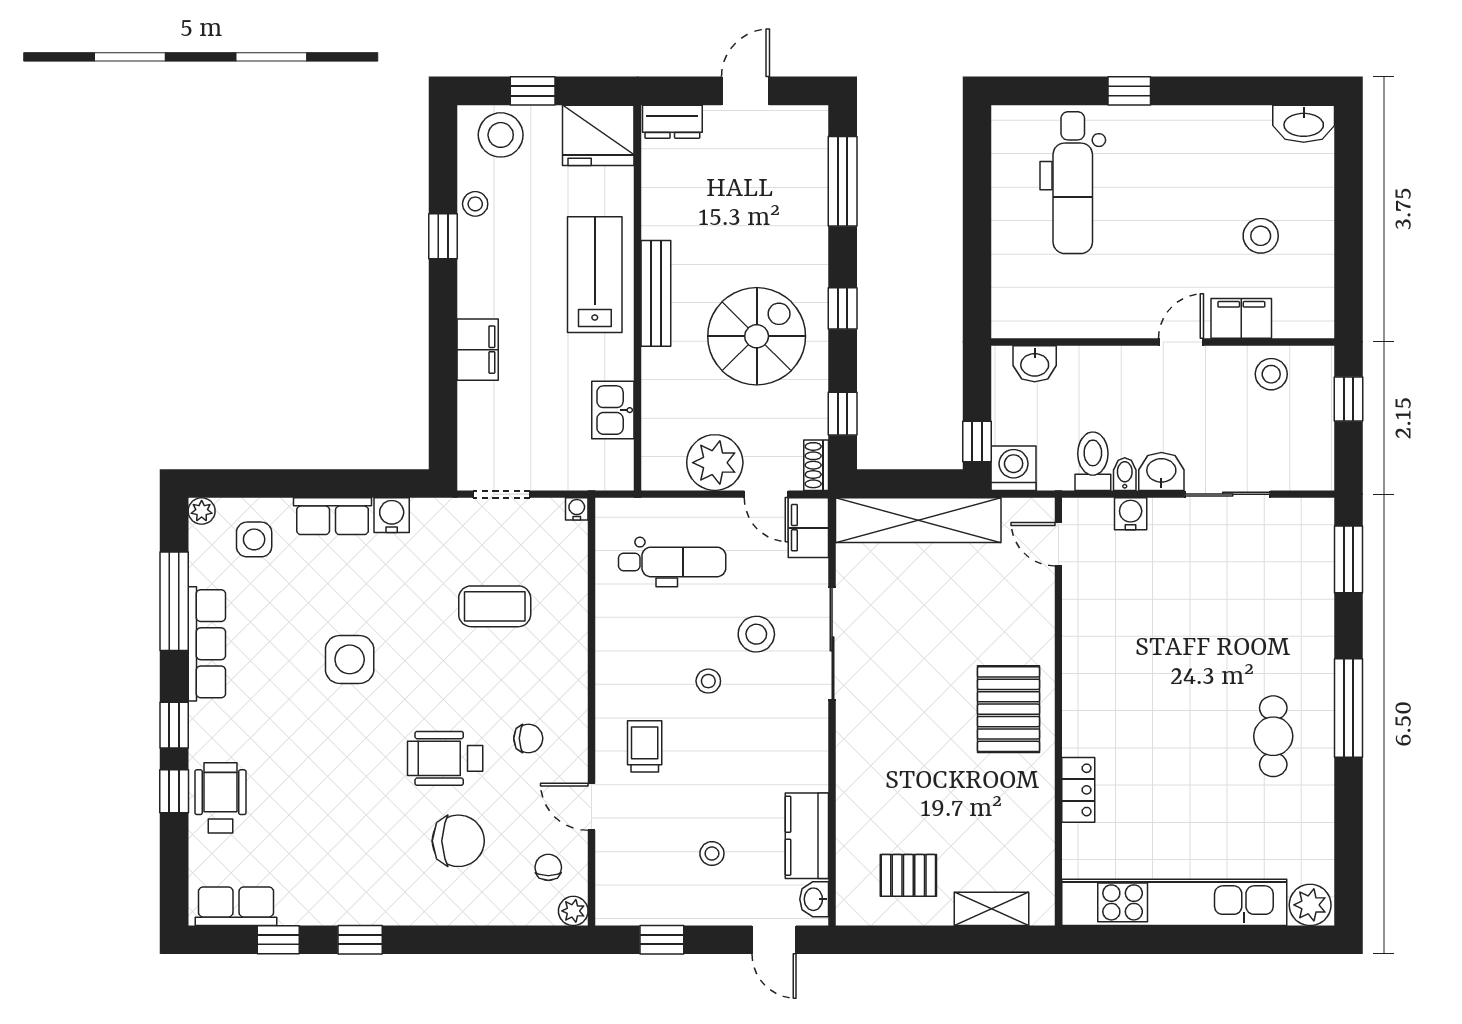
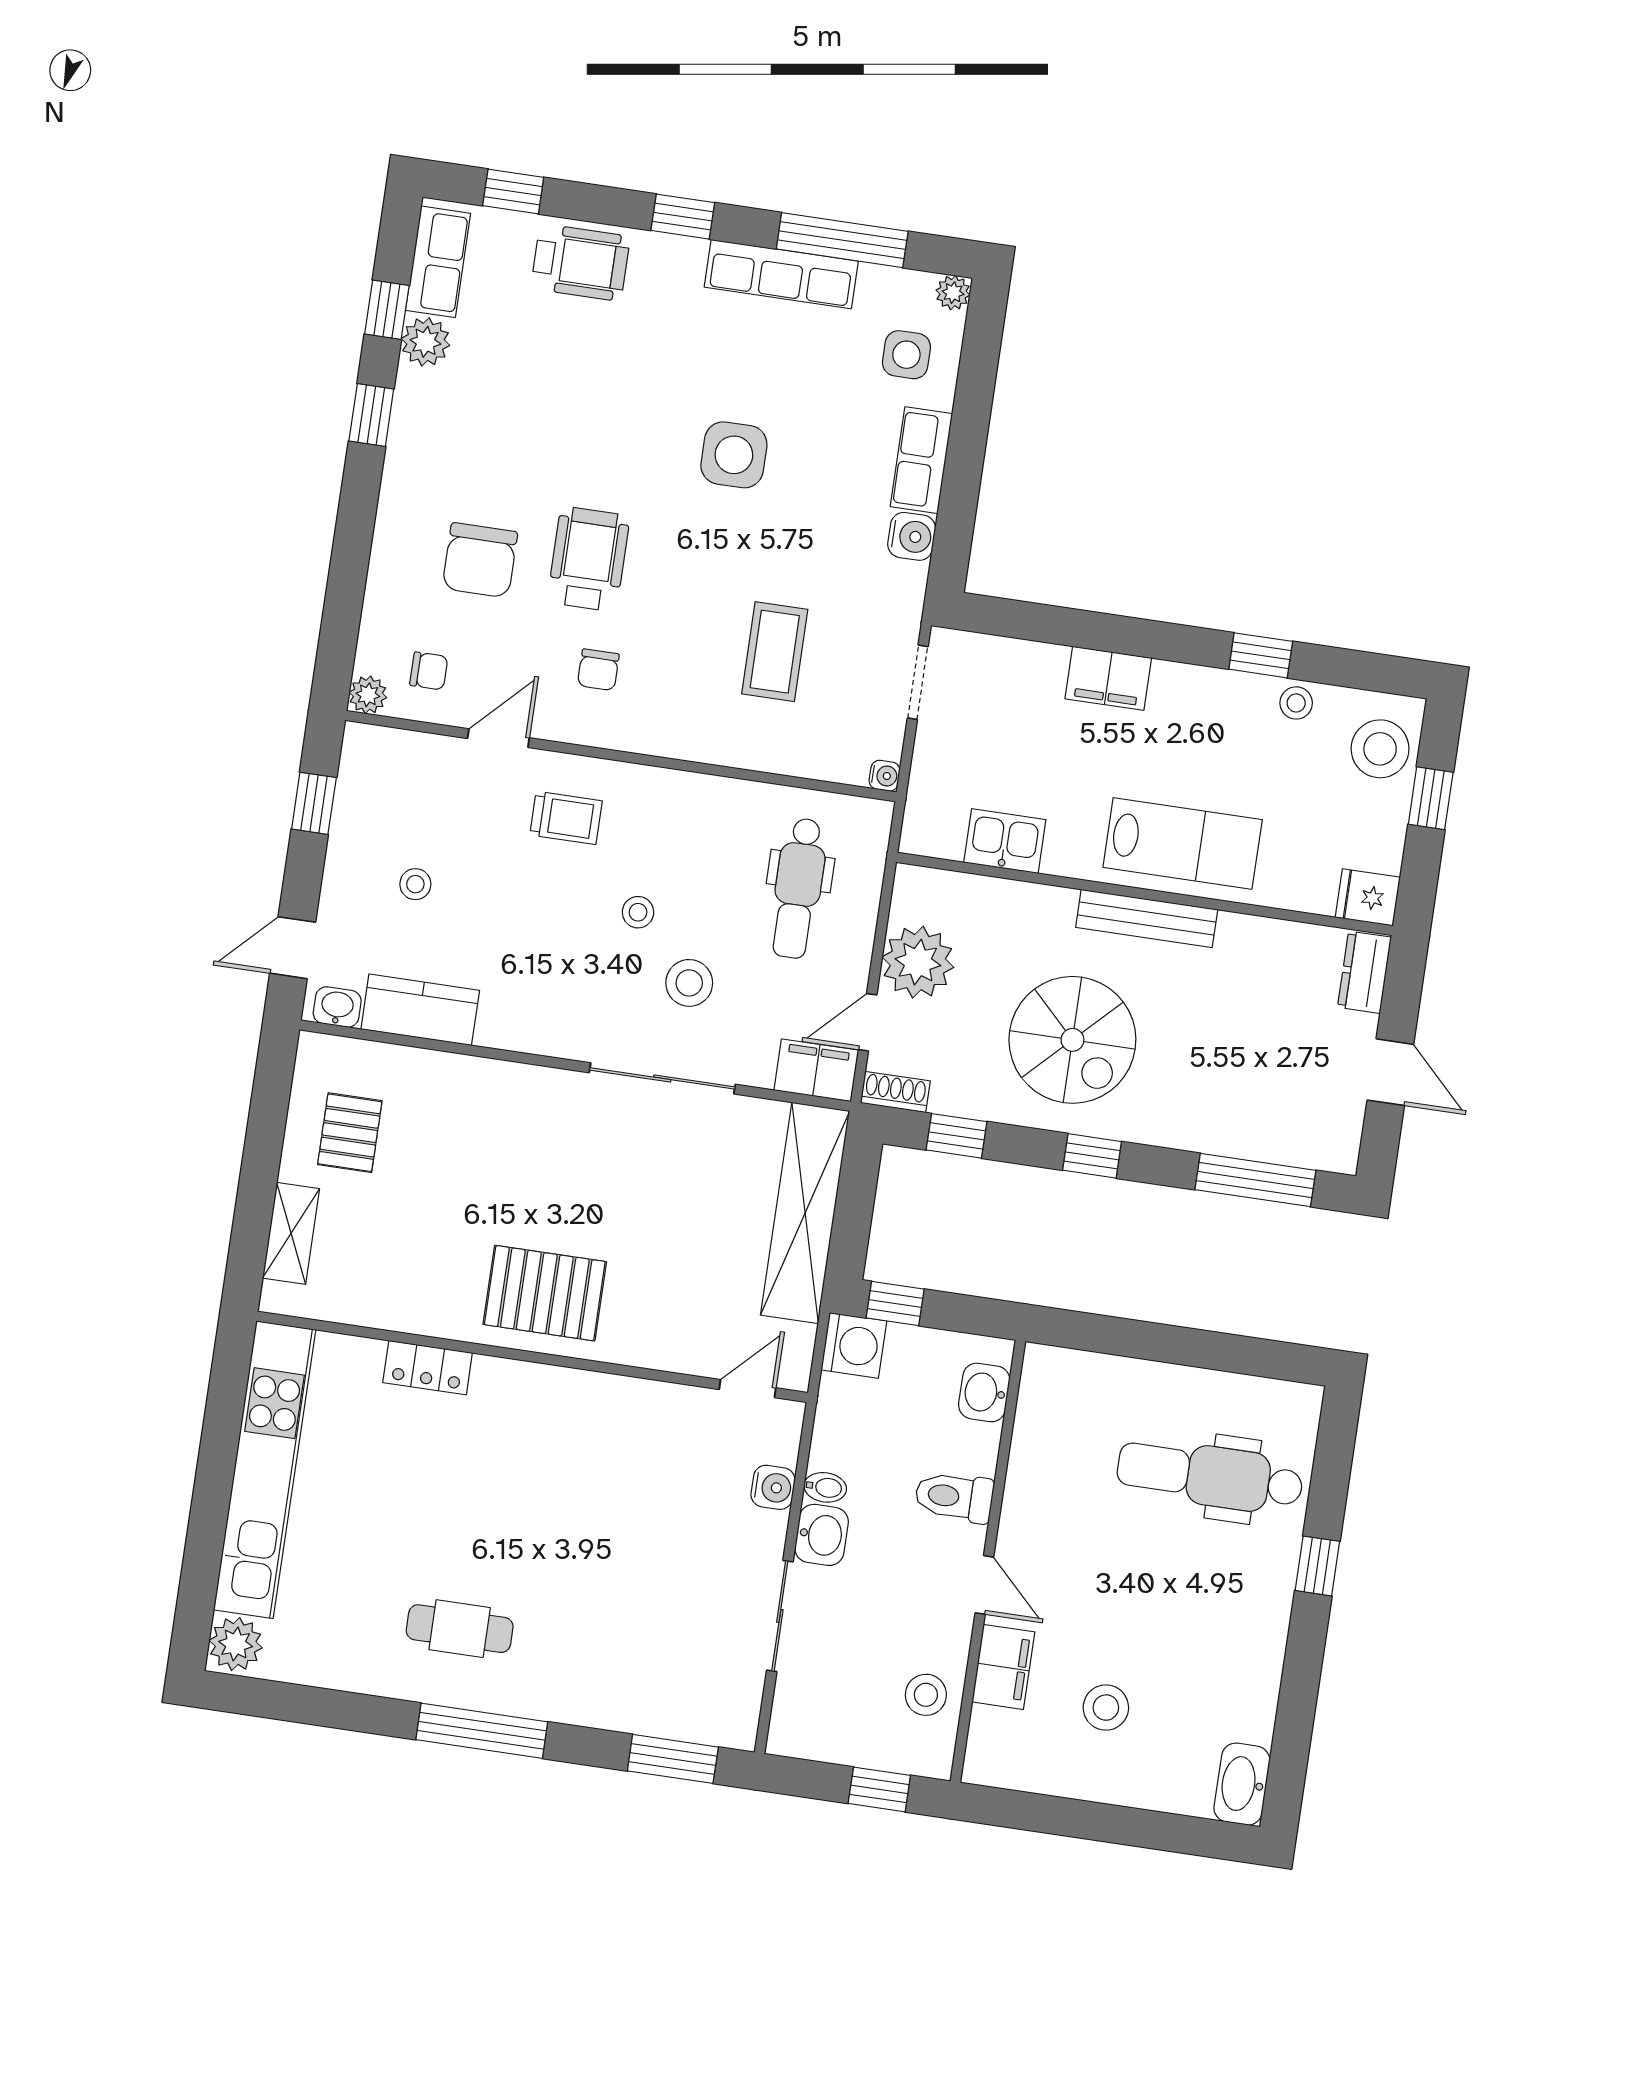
fridge: (598, 135) -> (1368, 897), width x0.53, depth x0.75
toilet: (1093, 461) -> (954, 1497), moved, turned 180
window: (174, 791) -> (513, 192), moved
plant: (298, 907) -> (426, 342), added

